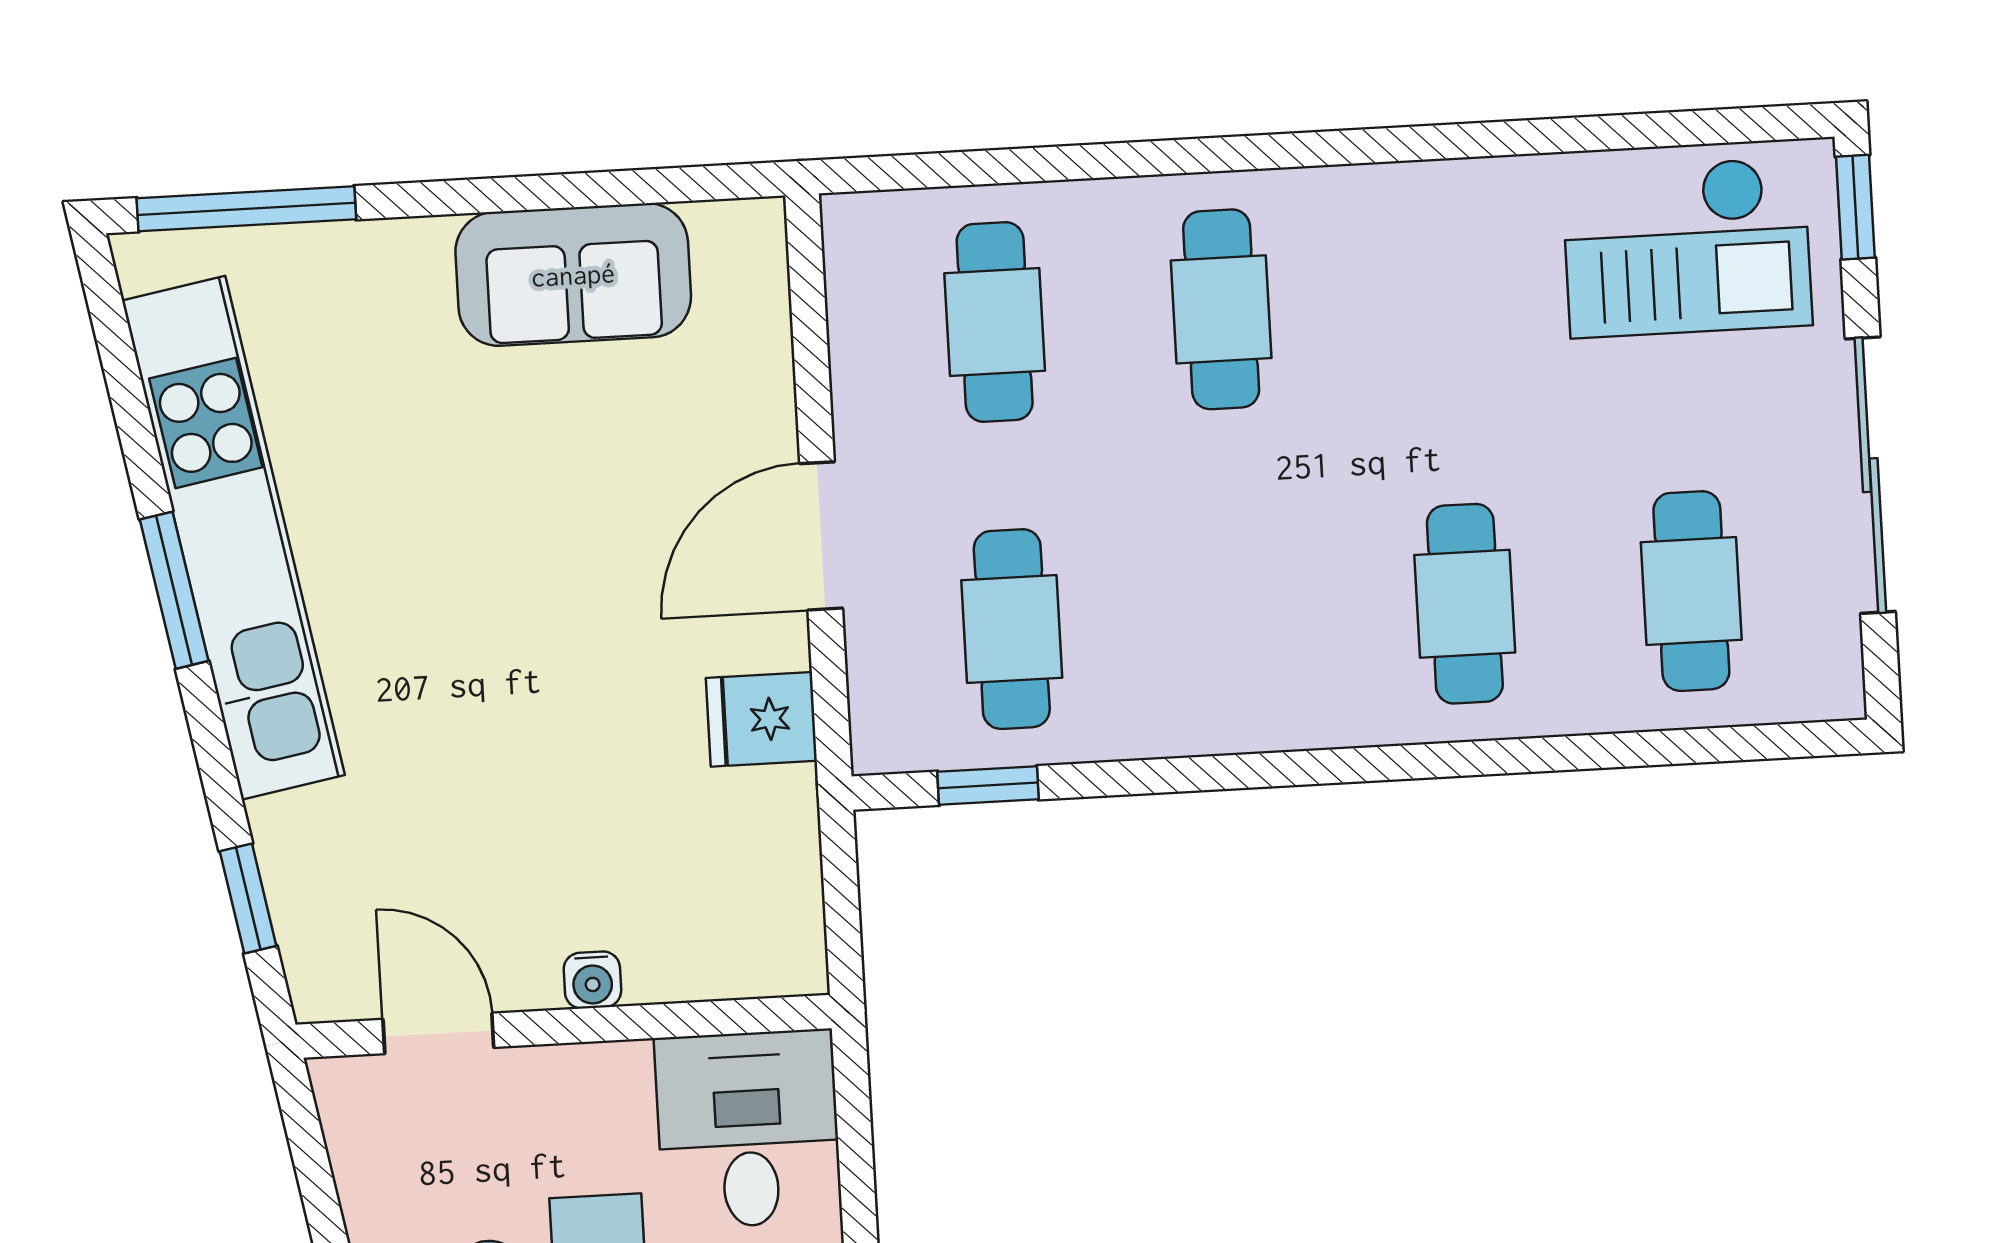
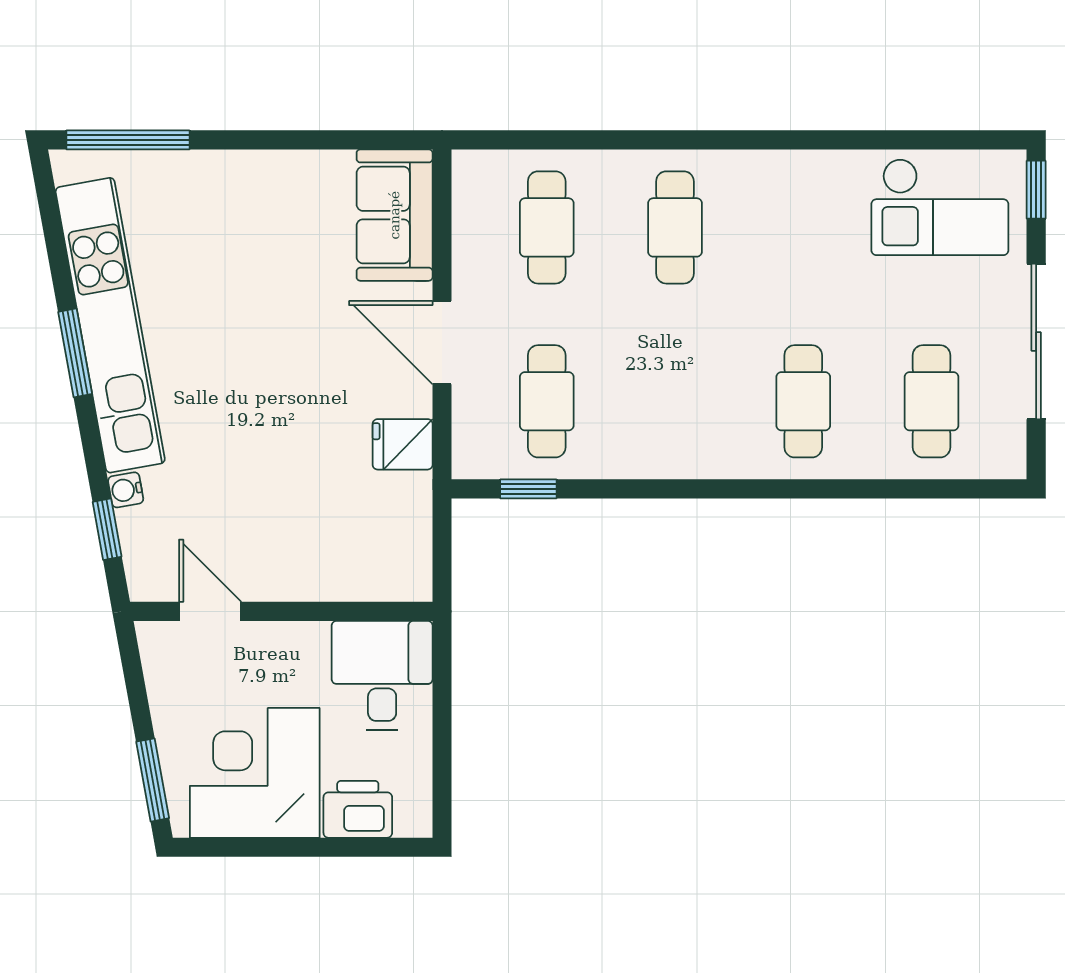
sofa: (573, 275) -> (395, 215), moved, turned 90
door: (821, 536) -> (442, 343), hinge flipped
water cooler: (592, 980) -> (126, 490), moved, turned 80

